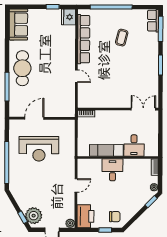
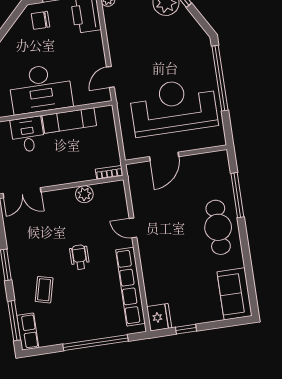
coffee table: (122, 38) -> (44, 290), moved
wheelchair: (113, 63) -> (80, 257), added
plant: (104, 102) -> (84, 194), added
door: (34, 118) -> (164, 157), moved
reception desk: (39, 149) -> (174, 107), width x1.36, depth x1.30
desk: (112, 170) -> (41, 89), width x1.87, depth x1.30
door: (76, 185) -> (110, 77), moved

